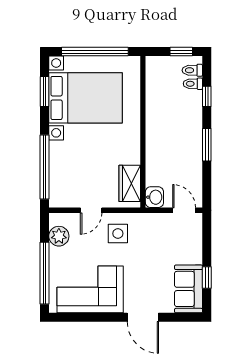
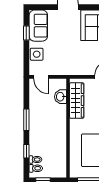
wardrobe: (130, 183) -> (77, 101), width x1.50
washbasin: (154, 197) -> (61, 97), moved
side table: (118, 234) -> (37, 54), moved

